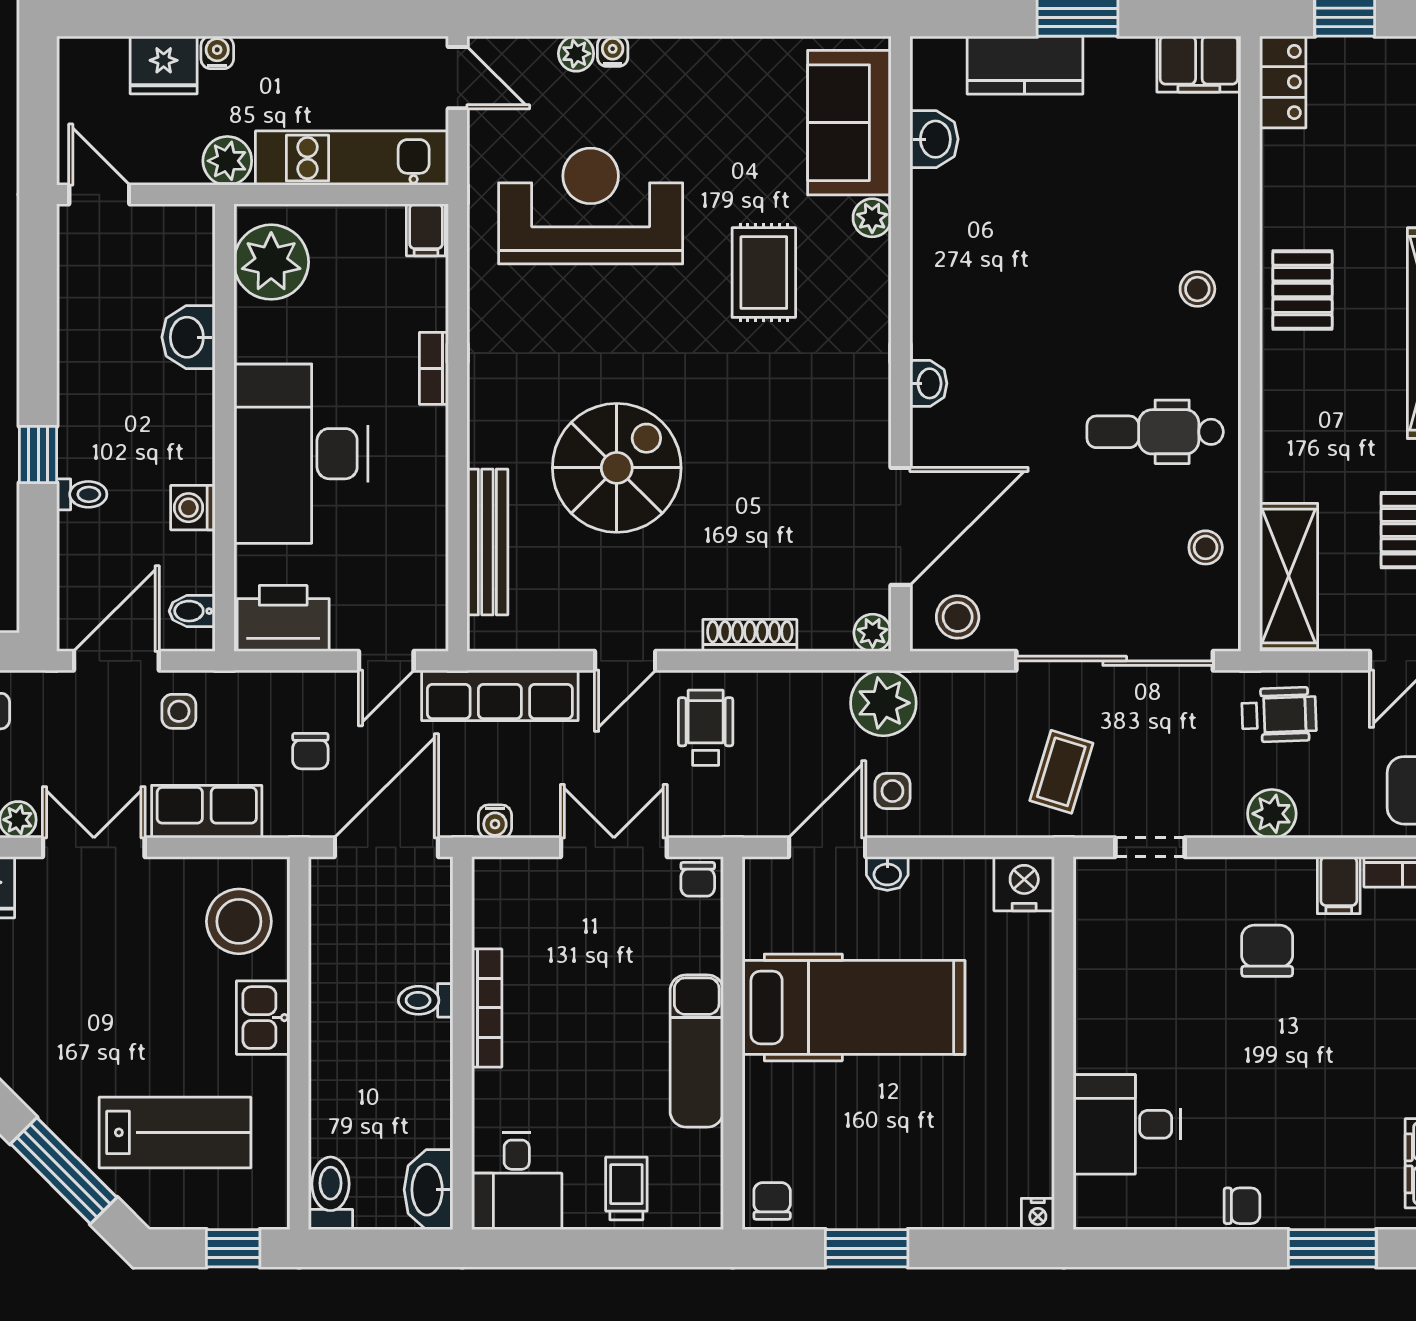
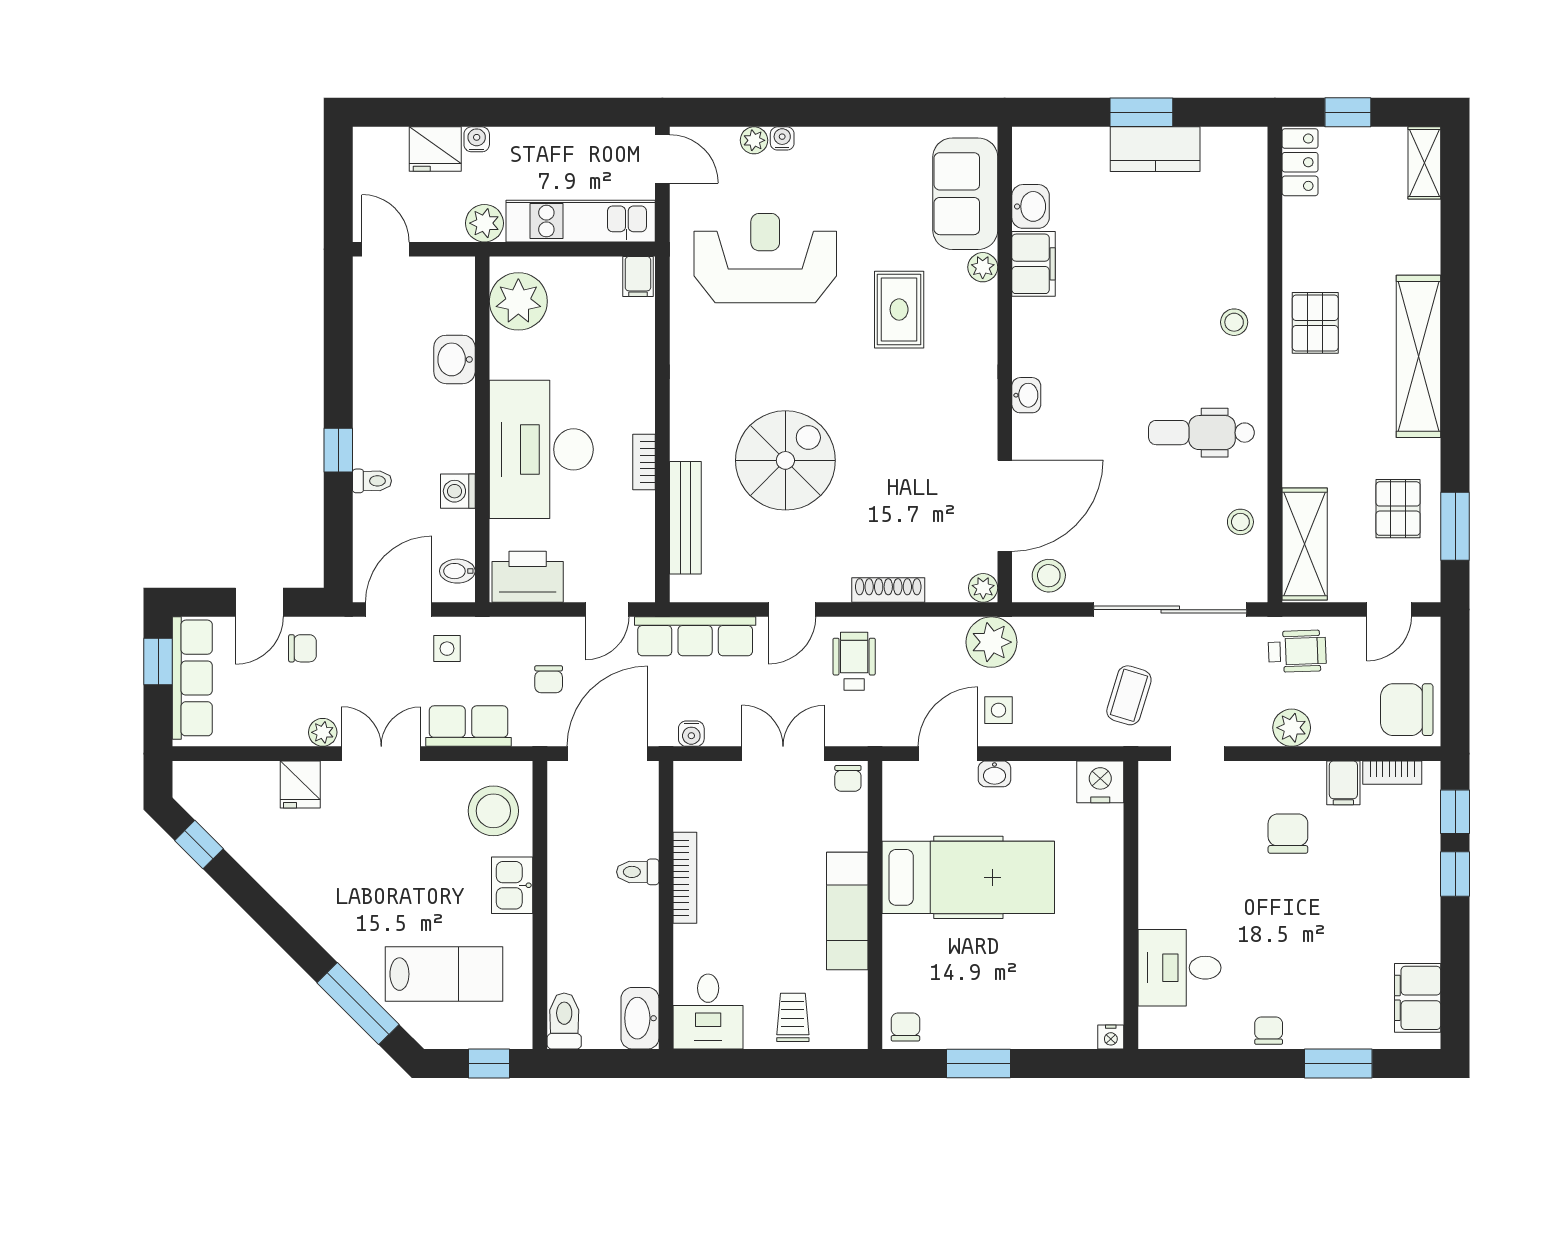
filing cabinet: (1199, 64) -> (1034, 264), moved, turned -90
kitchen counter: (1025, 65) -> (1155, 149), moved
bookcase: (434, 368) -> (644, 462), moved
chair: (1242, 1206) -> (1269, 1031), turned -90

